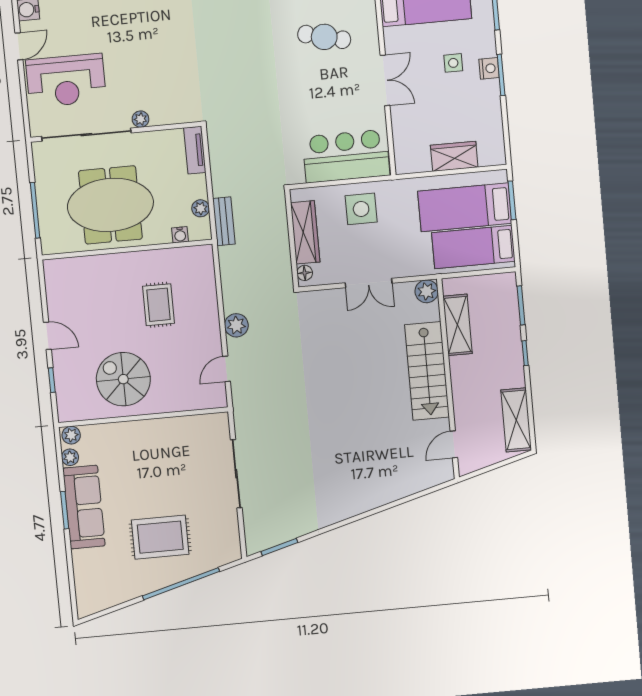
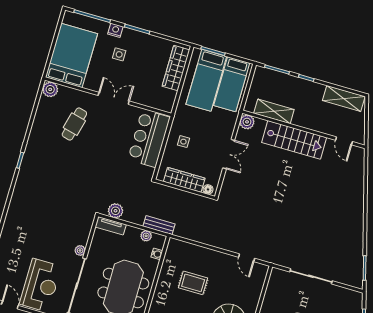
nightstand: (489, 68) -> (115, 30), moved
wardrobe: (454, 156) -> (176, 68), width x1.50
side table: (361, 209) -> (183, 142), width x0.54, depth x0.54
plant: (236, 325) -> (116, 211), moved

